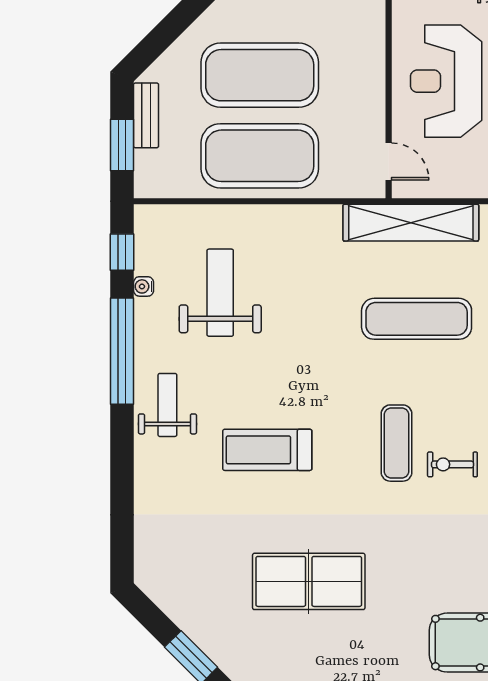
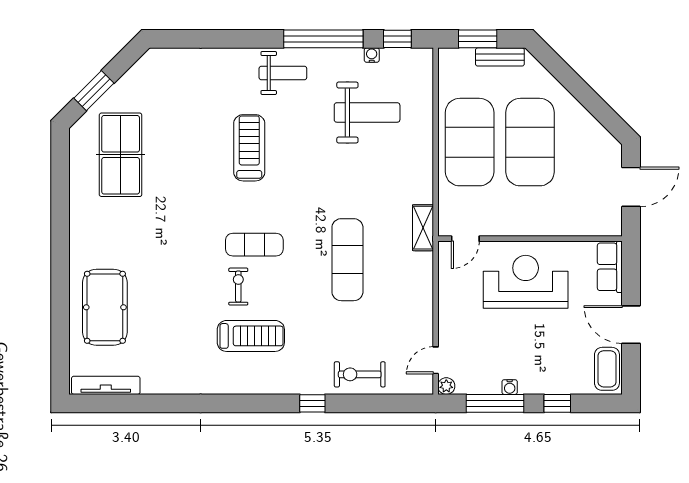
shelving: (411, 223) -> (423, 228), width x0.45, depth x0.75
table tennis table: (309, 581) -> (121, 155), moved

